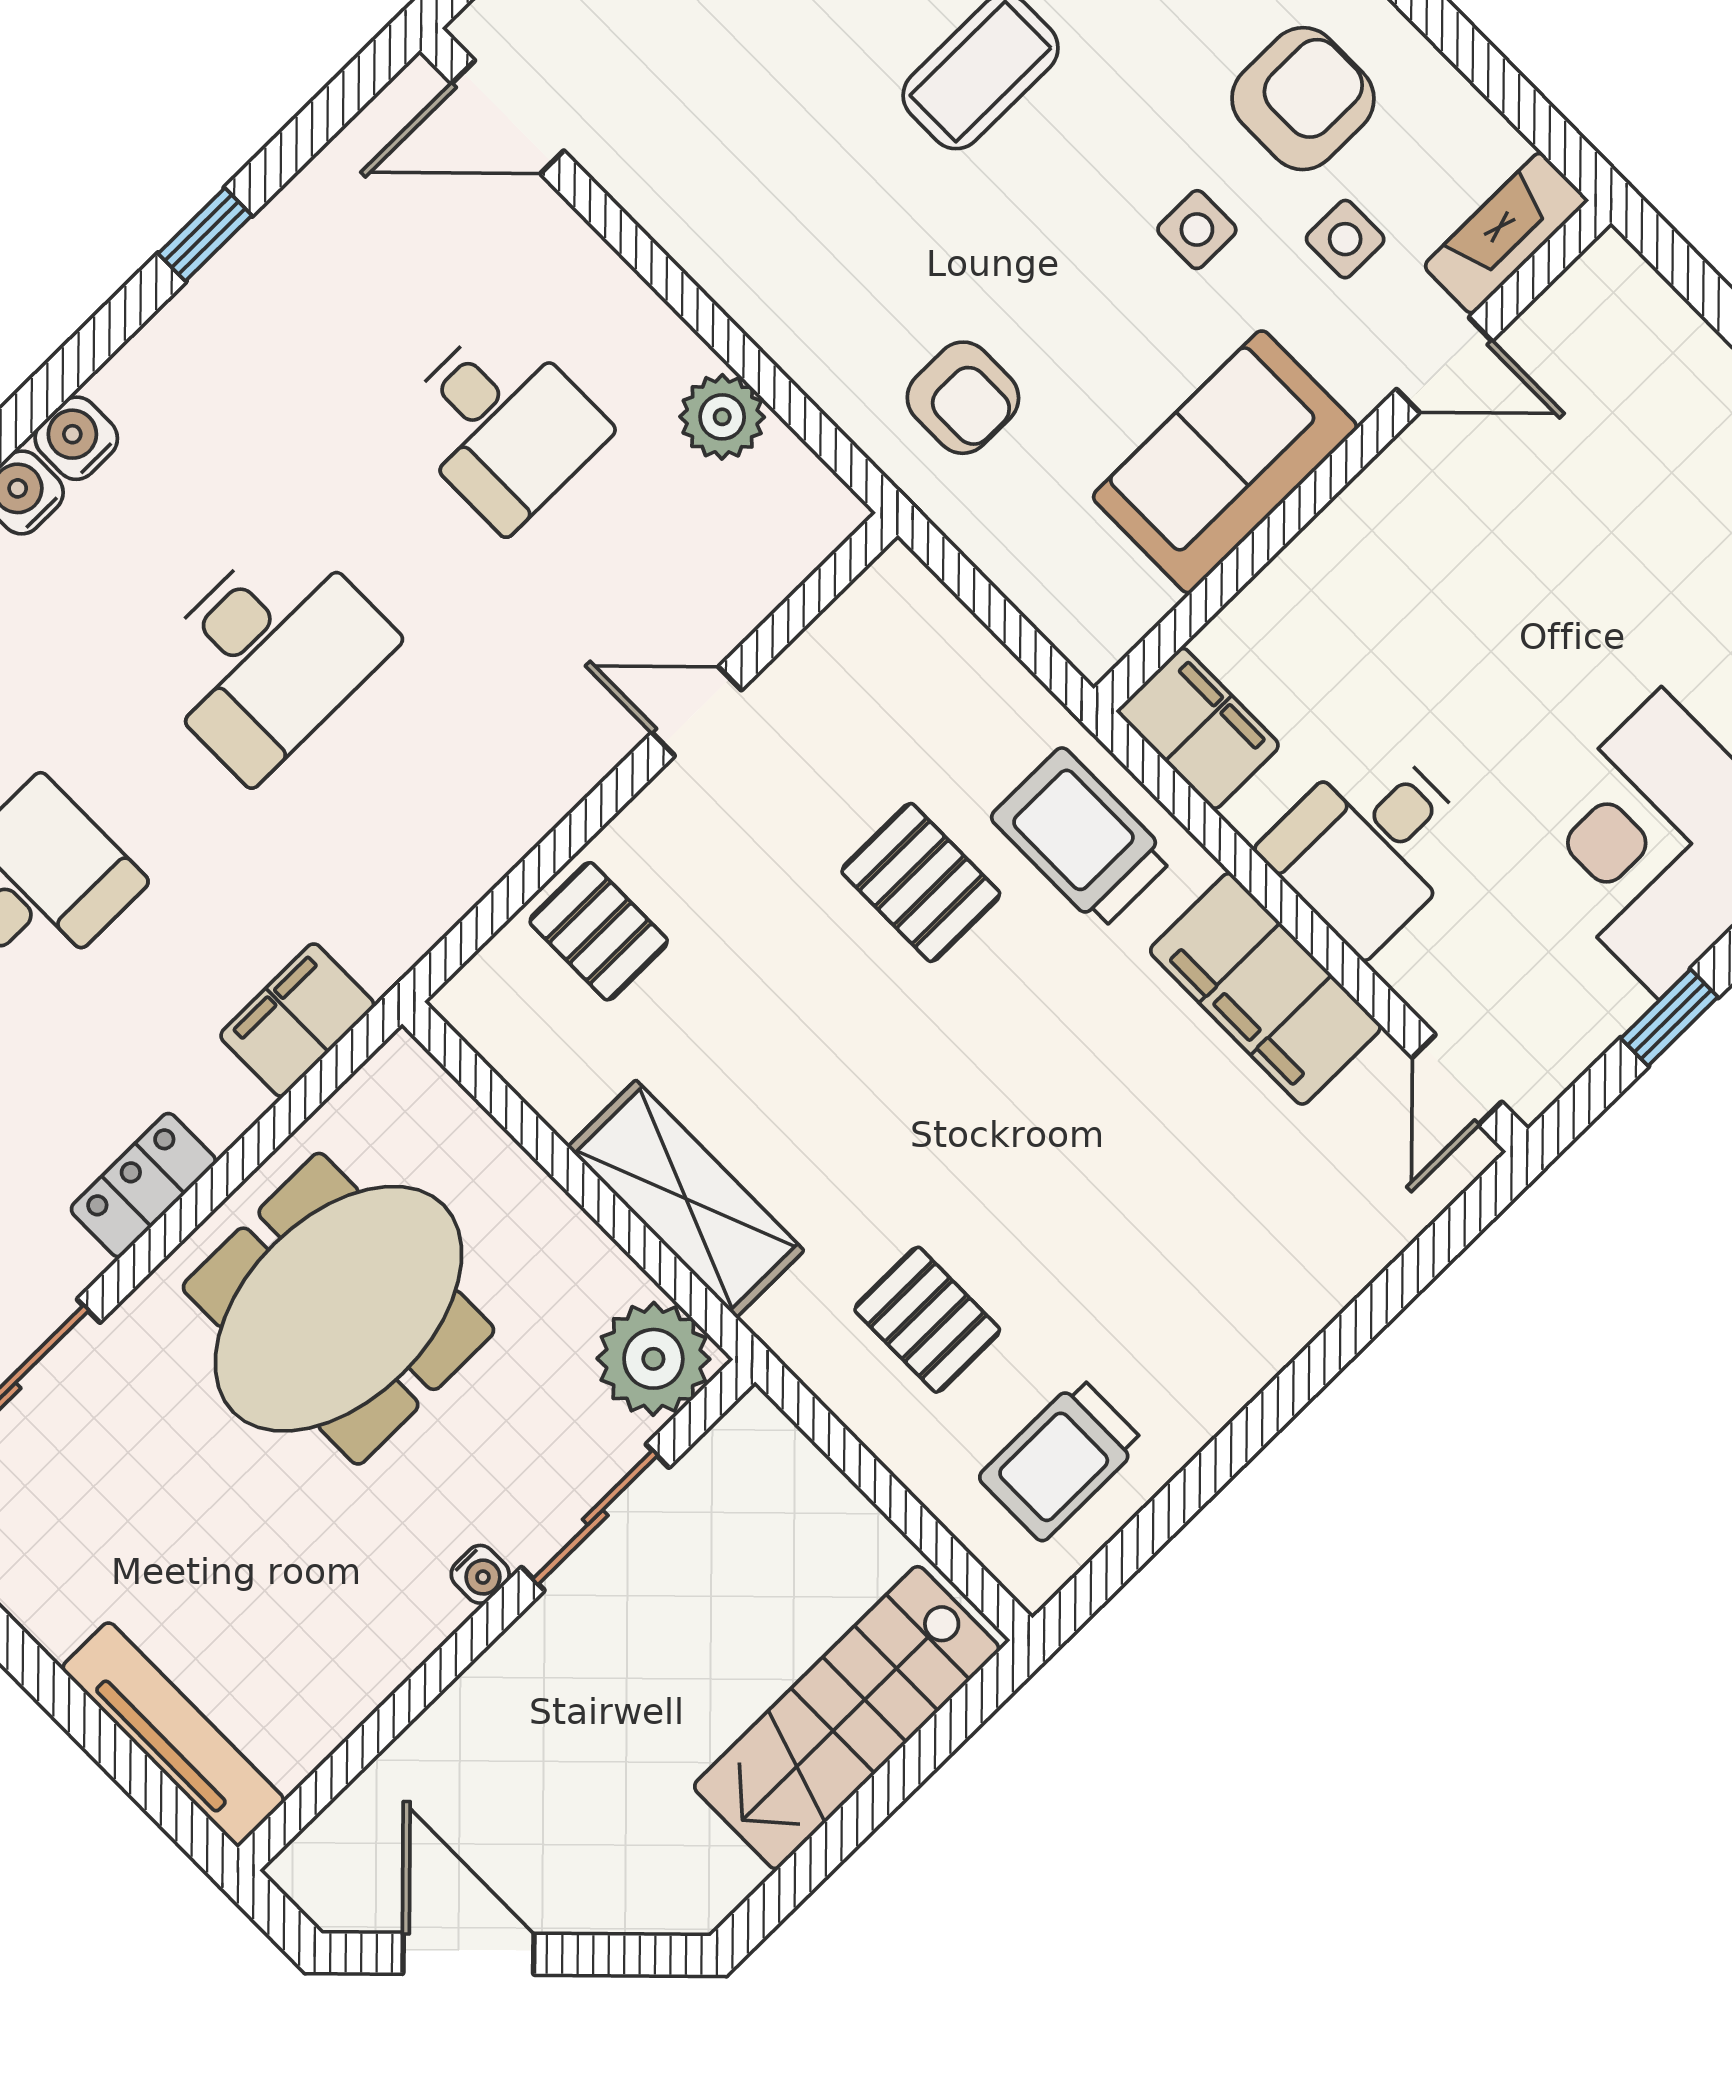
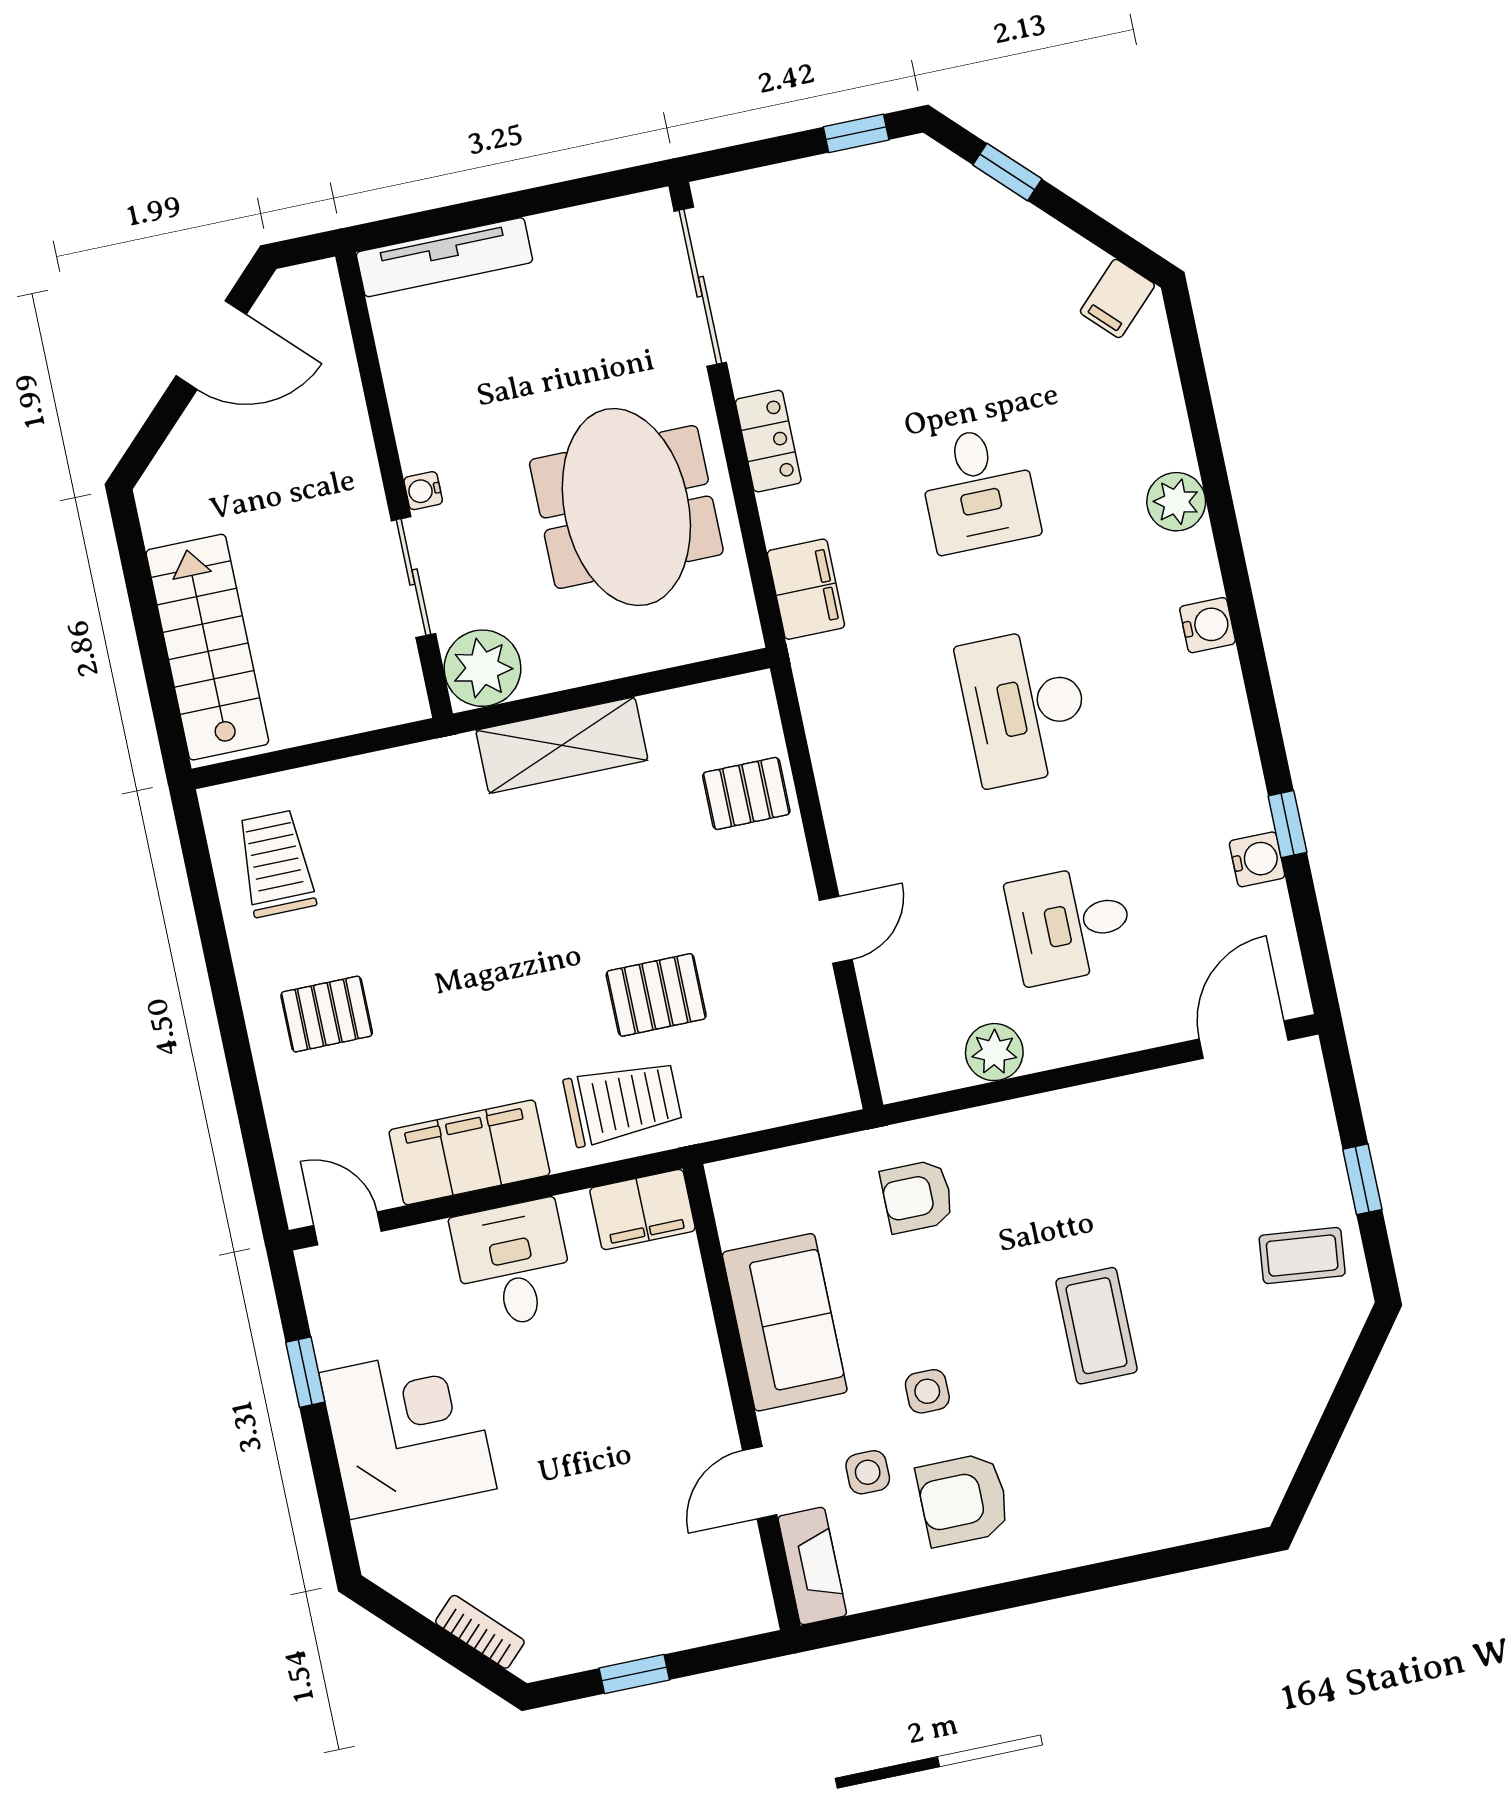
armchair: (1303, 99) -> (963, 1500), turned 90
water cooler: (76, 438) -> (1257, 859), moved
pallet: (927, 1320) -> (327, 1014), moved

